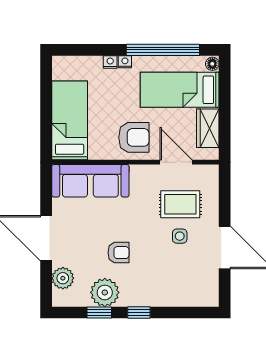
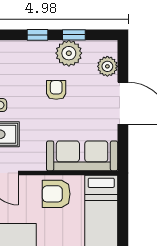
armchair: (134, 137) -> (56, 194), moved
armchair: (119, 253) -> (56, 90), turned 90

